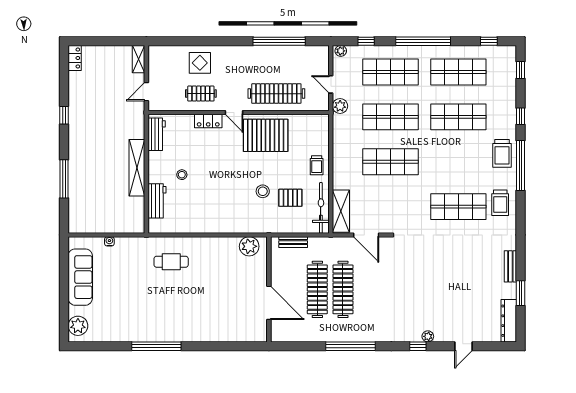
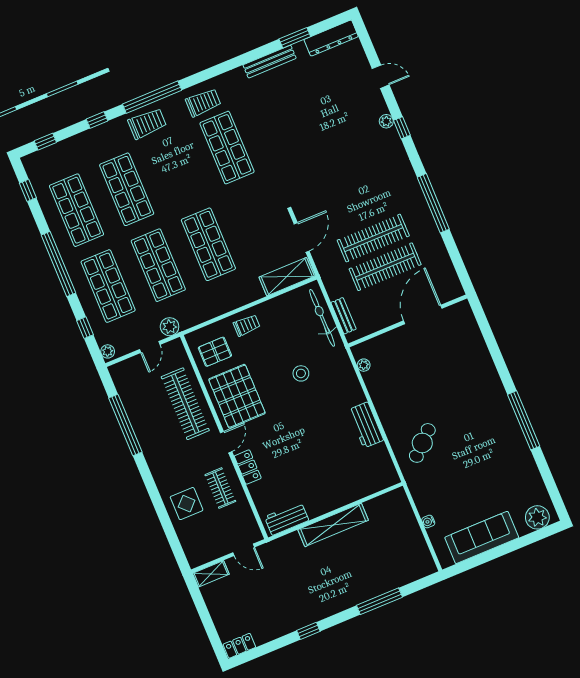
stool: (182, 175) -> (320, 472), removed
pallet: (290, 198) -> (215, 352), moved, turned 90
workbench: (157, 201) -> (366, 425), moved, turned -90
bicycle: (321, 208) -> (322, 318), moved, turned 90
plant: (249, 246) -> (364, 365), width x0.53, depth x0.53
cafe table: (171, 262) -> (422, 443), turned 47
bench: (510, 266) -> (270, 62), width x1.36

